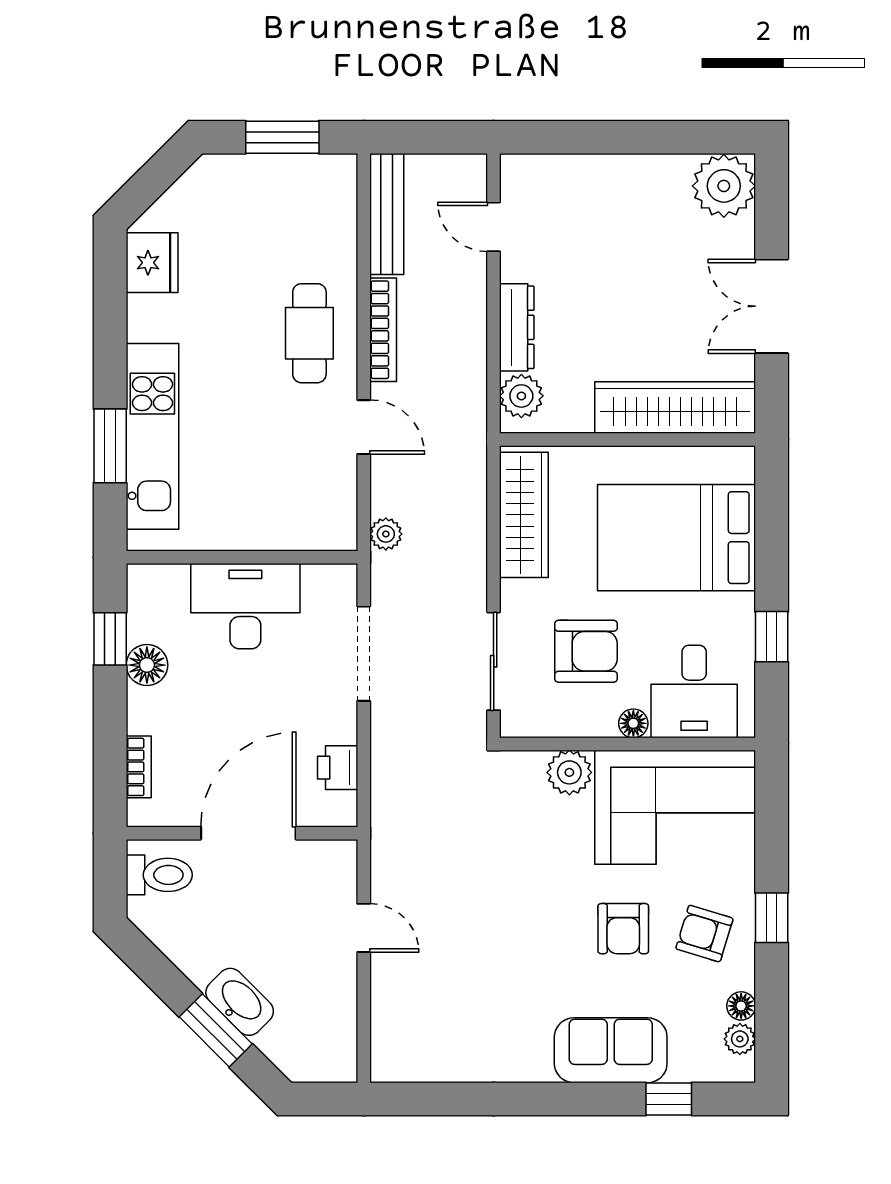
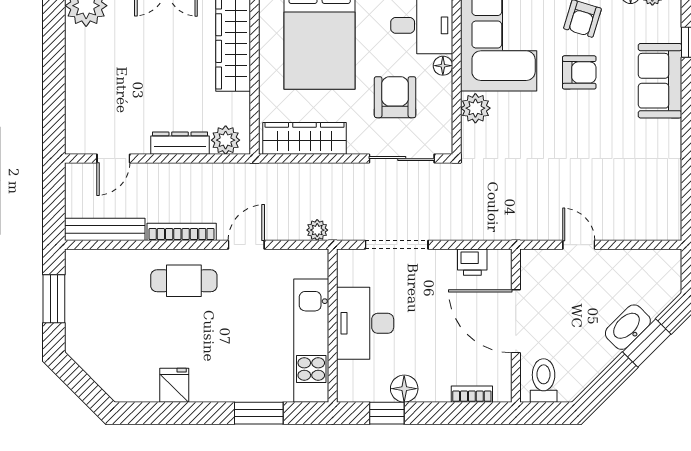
fridge: (152, 263) -> (174, 385), moved, width x0.72
kitchen unit: (152, 436) -> (311, 341), moved, turned -90
door: (364, 928) -> (579, 245), hinge flipped

